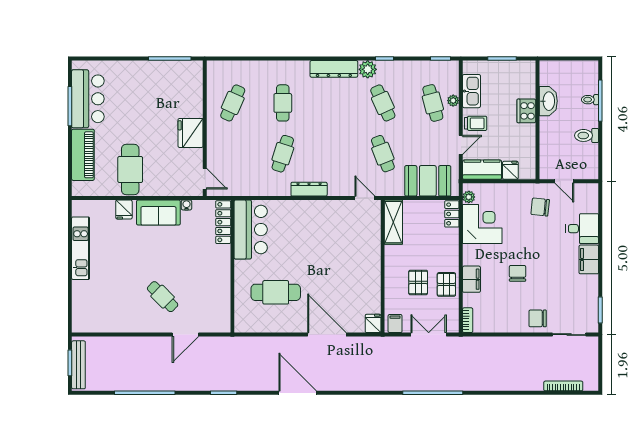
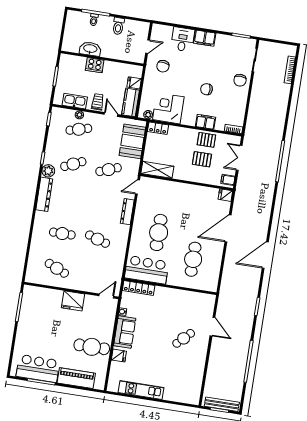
dresser: (309, 189) -> (127, 212), moved
cafe table: (306, 238) -> (159, 232), added

